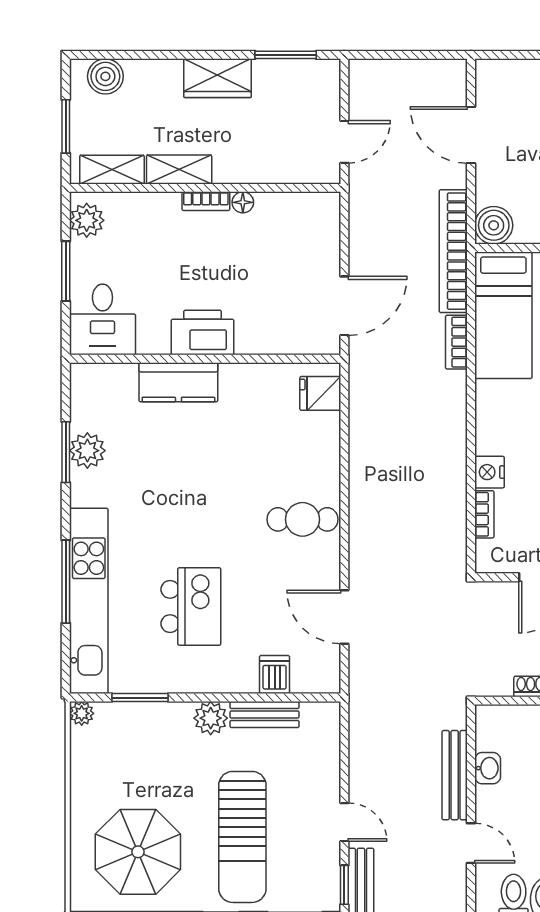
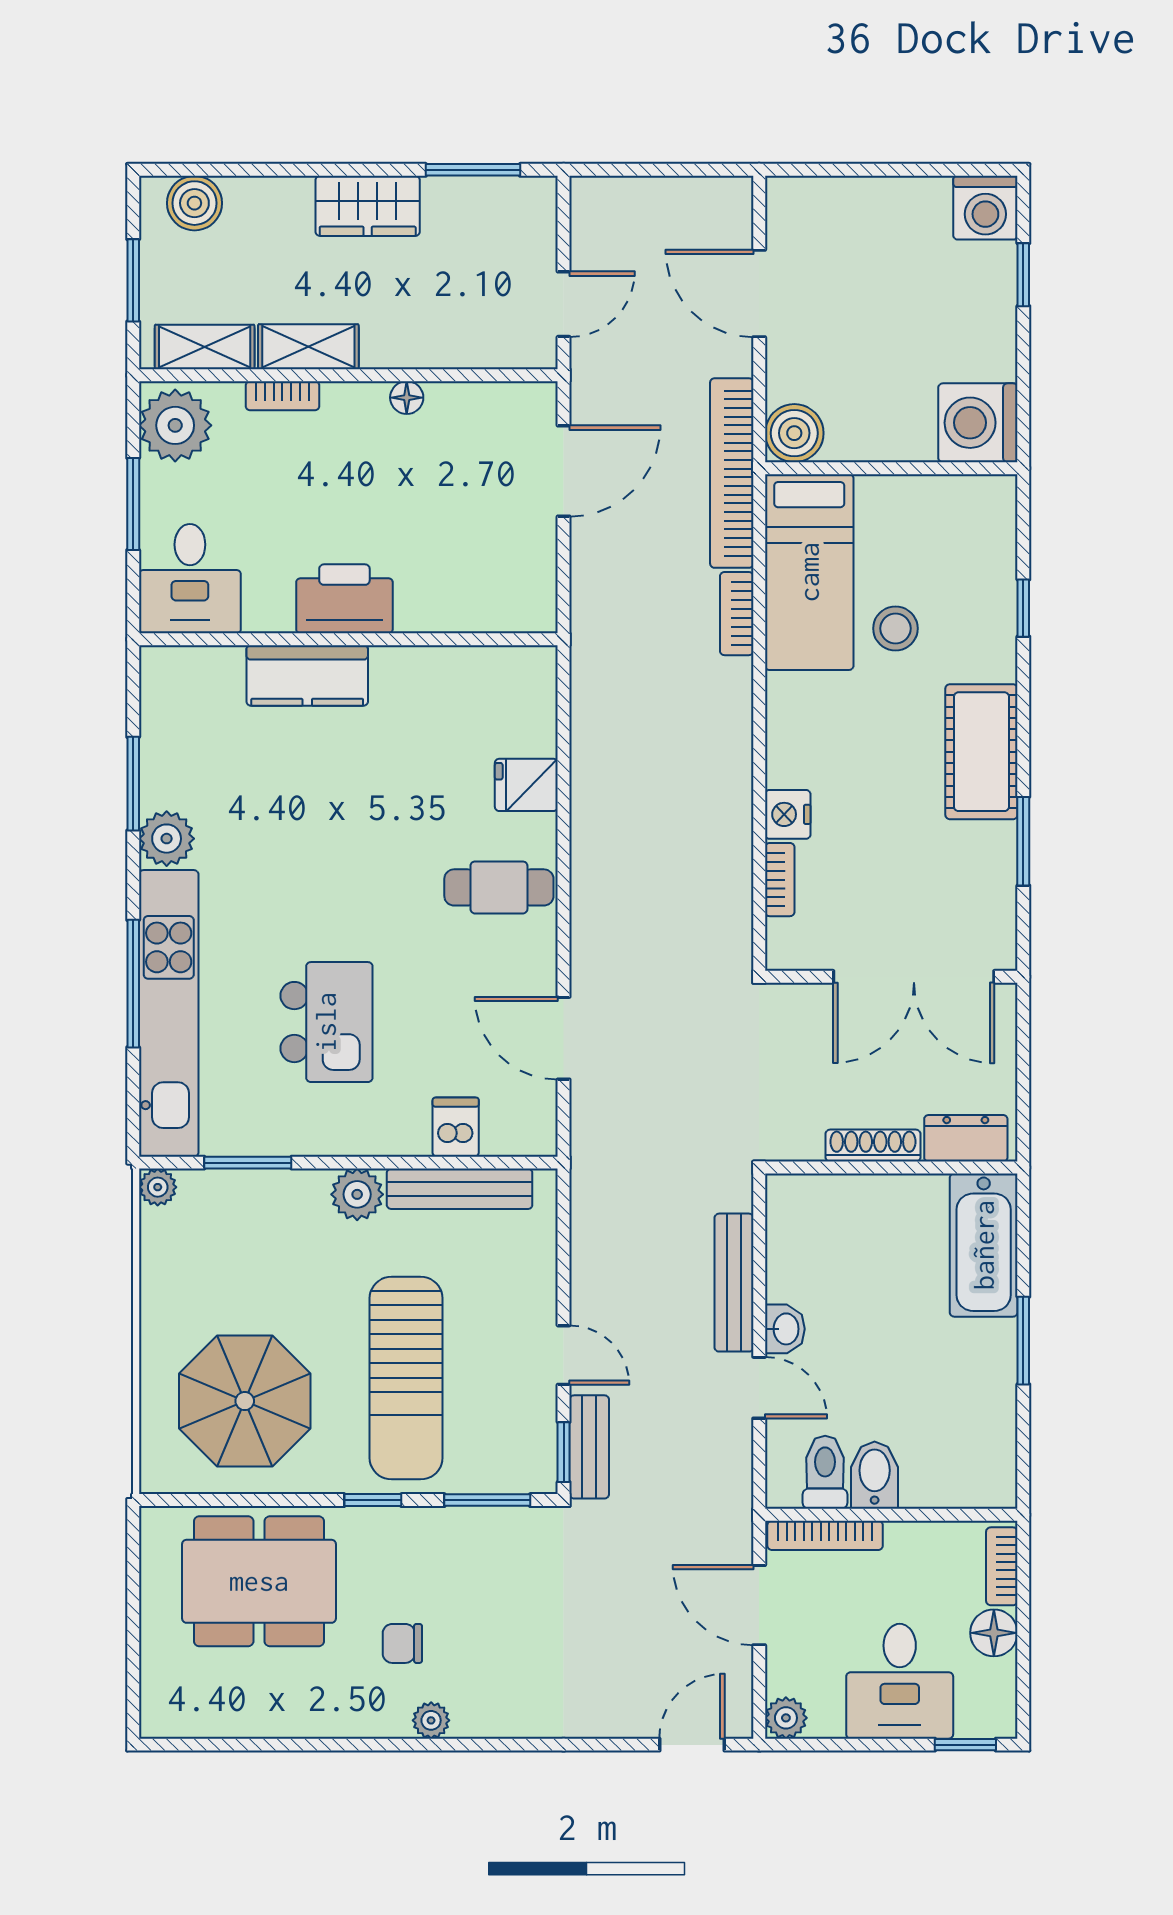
bookcase: (206, 201) -> (282, 396), moved
plant: (87, 220) -> (175, 425), width x1.36, depth x1.36
door: (344, 306) -> (564, 471), moved
fridge: (320, 393) -> (526, 785), moved
plant: (87, 451) -> (167, 839), moved
bench: (264, 714) -> (460, 1189), width x1.36
washbasin: (488, 768) -> (785, 1329), moved

